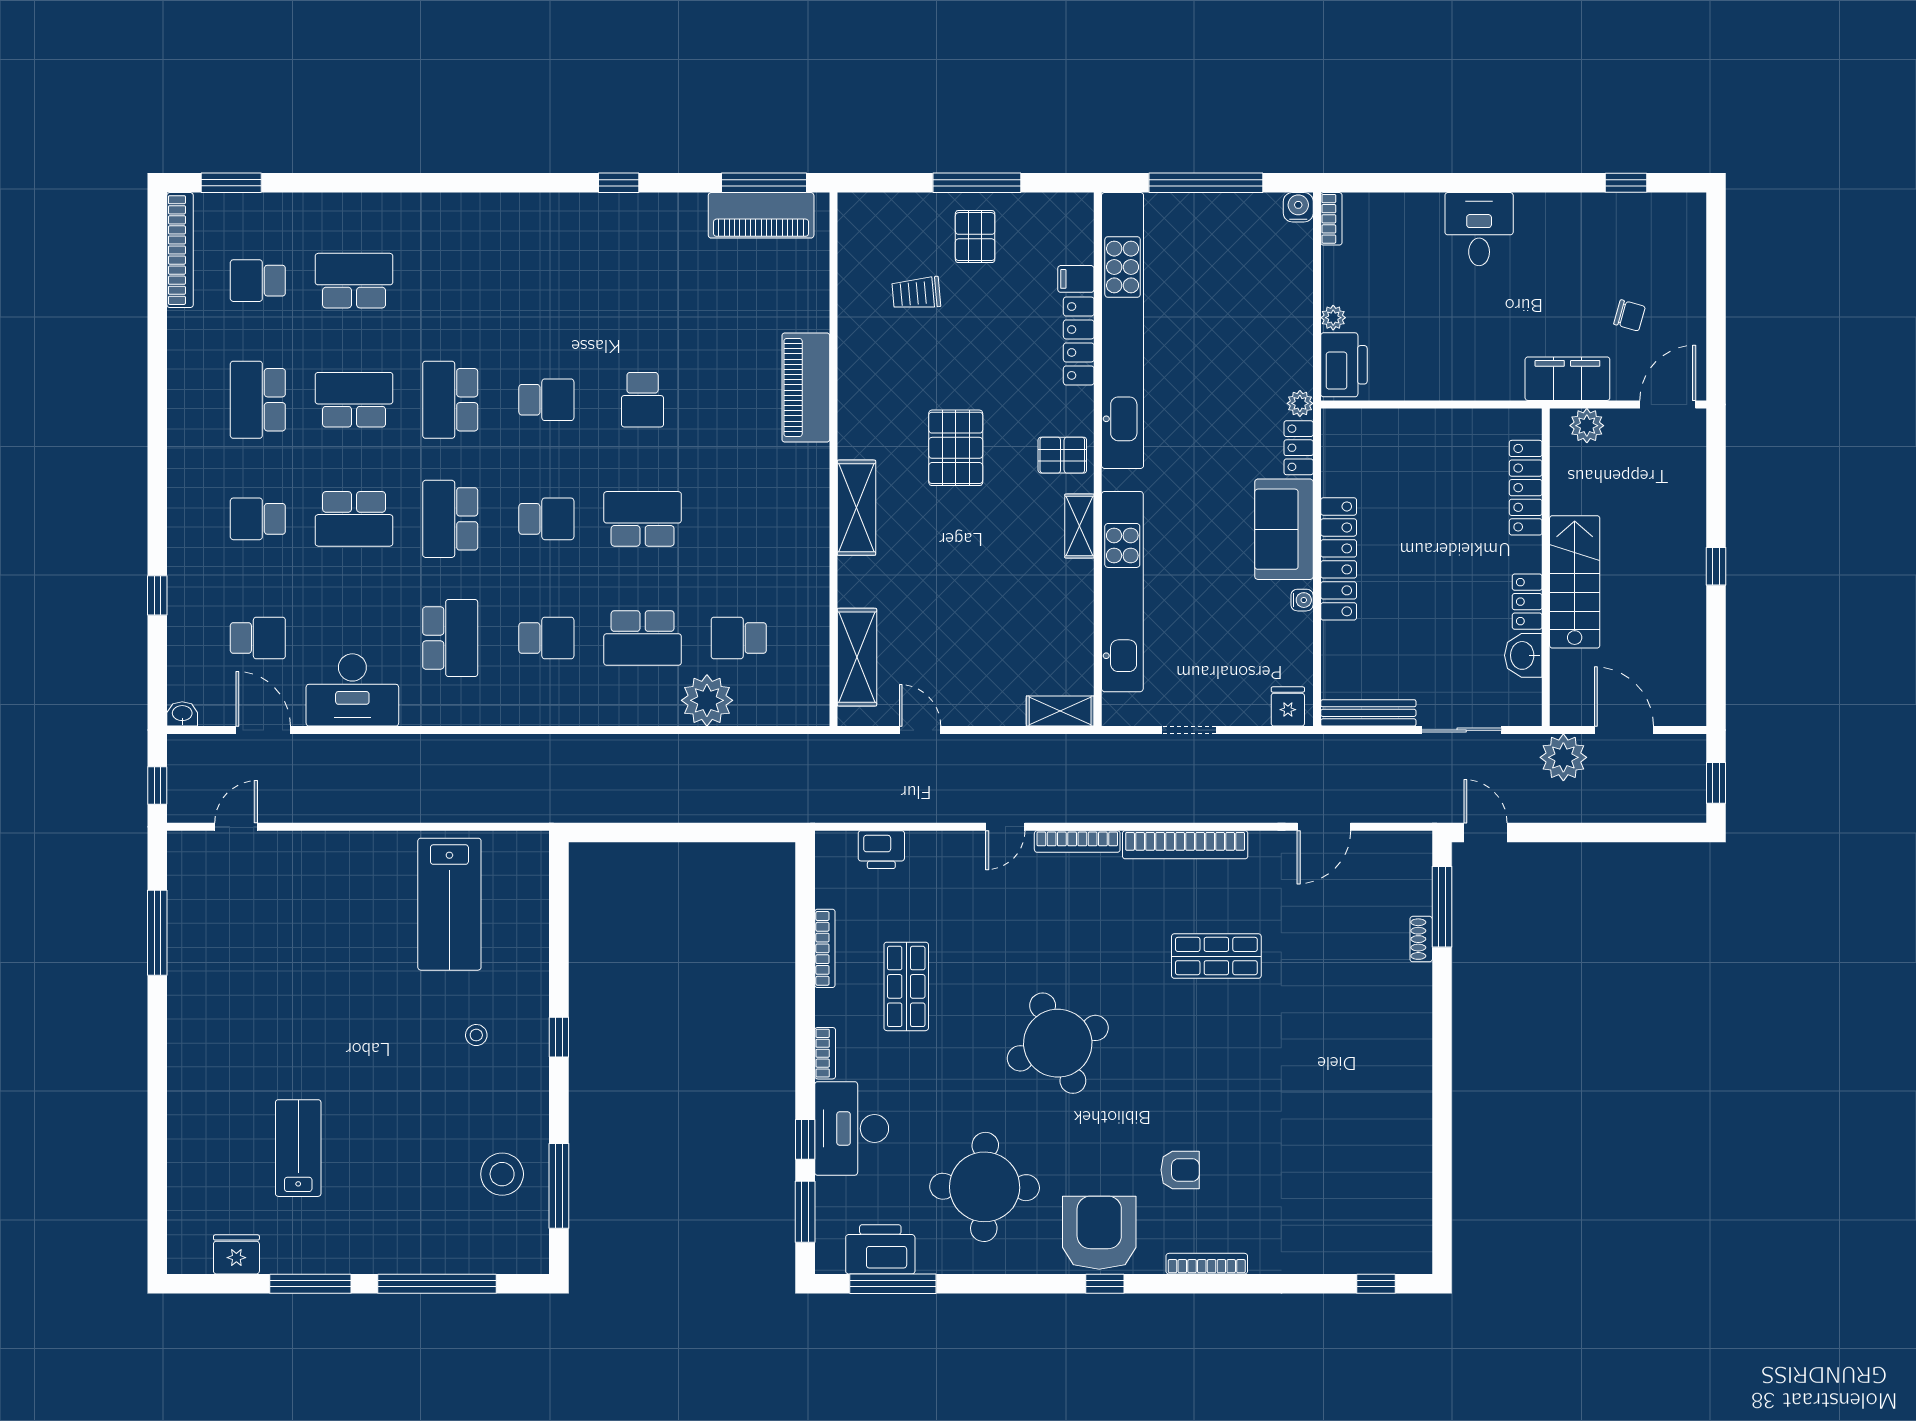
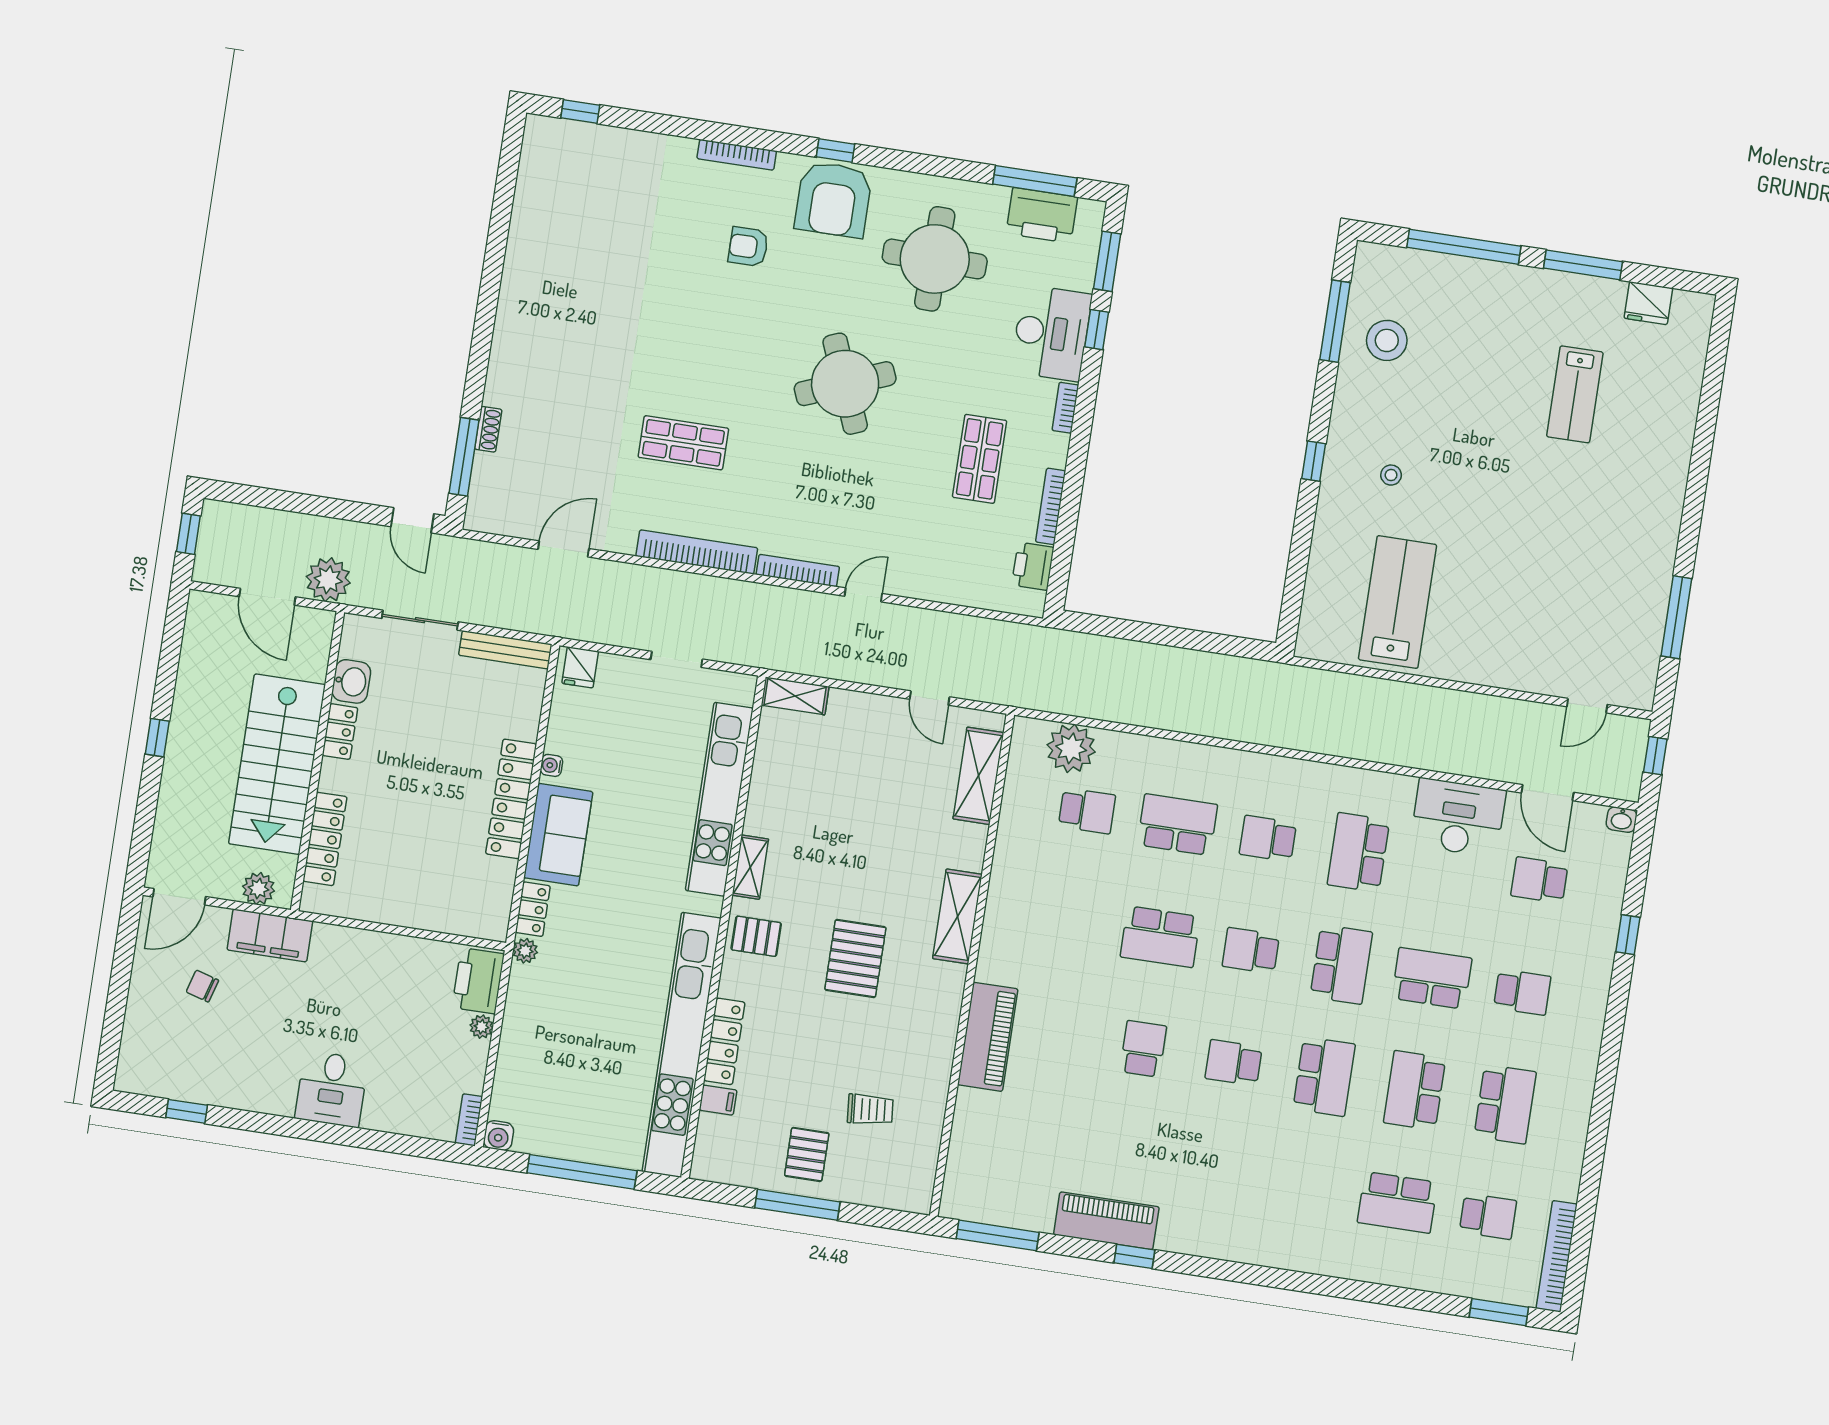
piano: (761, 215) -> (1106, 1221), moved
school desk: (354, 400) -> (1415, 1090), turned 90
stairs: (1575, 582) -> (277, 764), width x1.36, depth x1.51
plant: (707, 700) -> (1071, 748), moved
printer: (881, 850) -> (1033, 566), moved, turned -90

